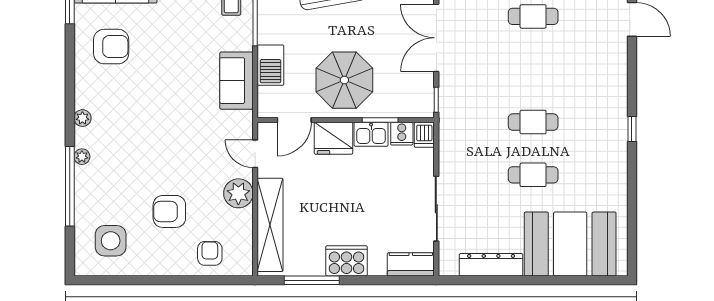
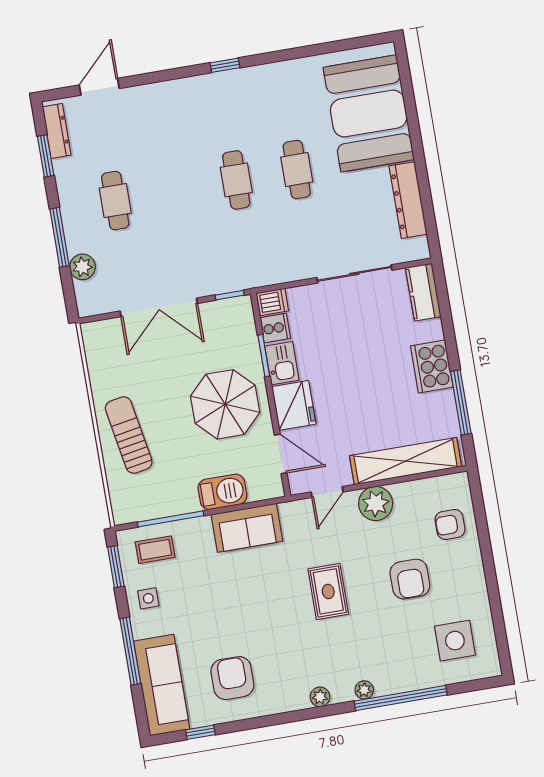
rug: (171, 140) -> (328, 591), added

